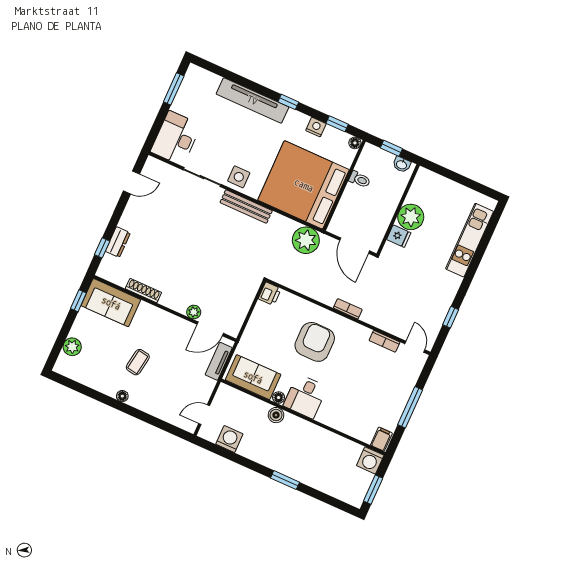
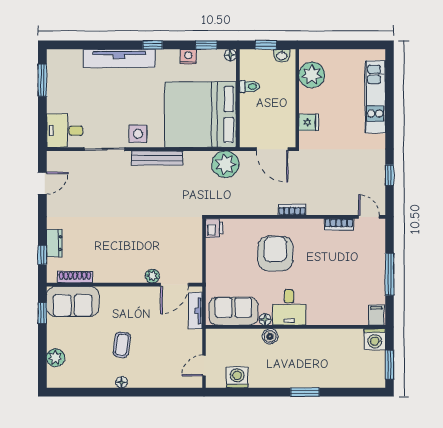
desk: (176, 138) -> (65, 131), width x0.73
plant: (411, 217) -> (312, 75), moved
shoe rack: (143, 291) -> (75, 277), moved

